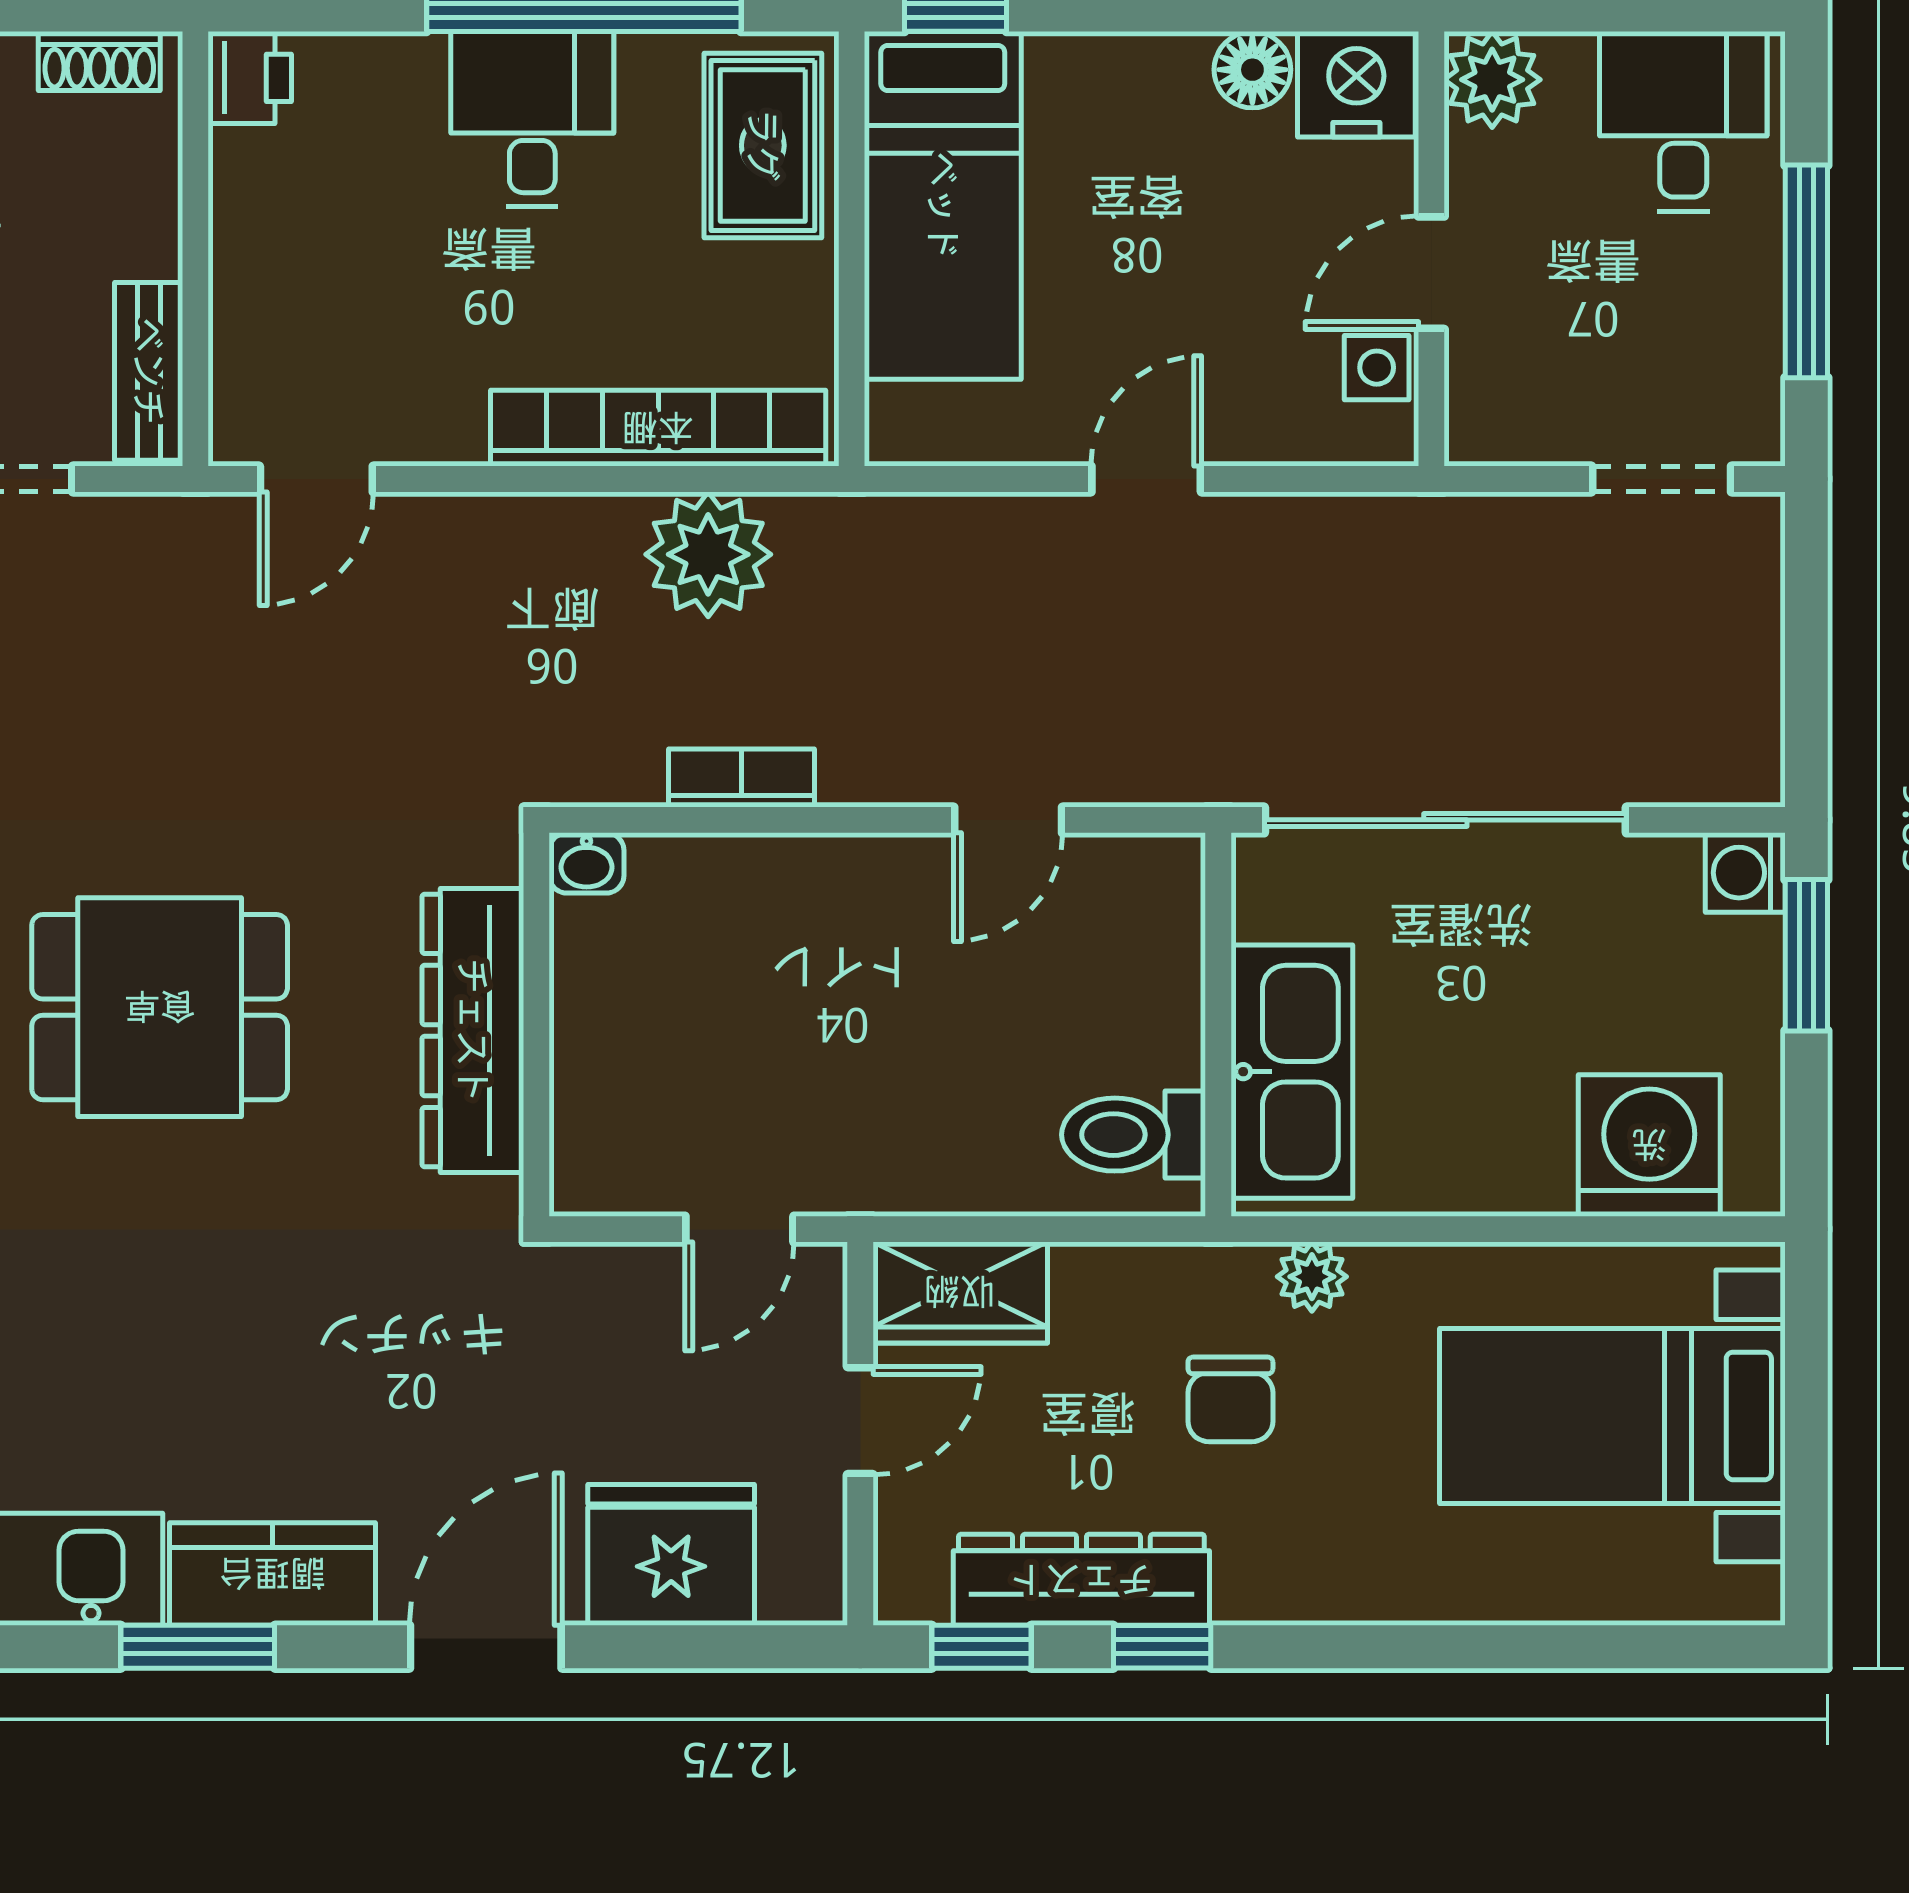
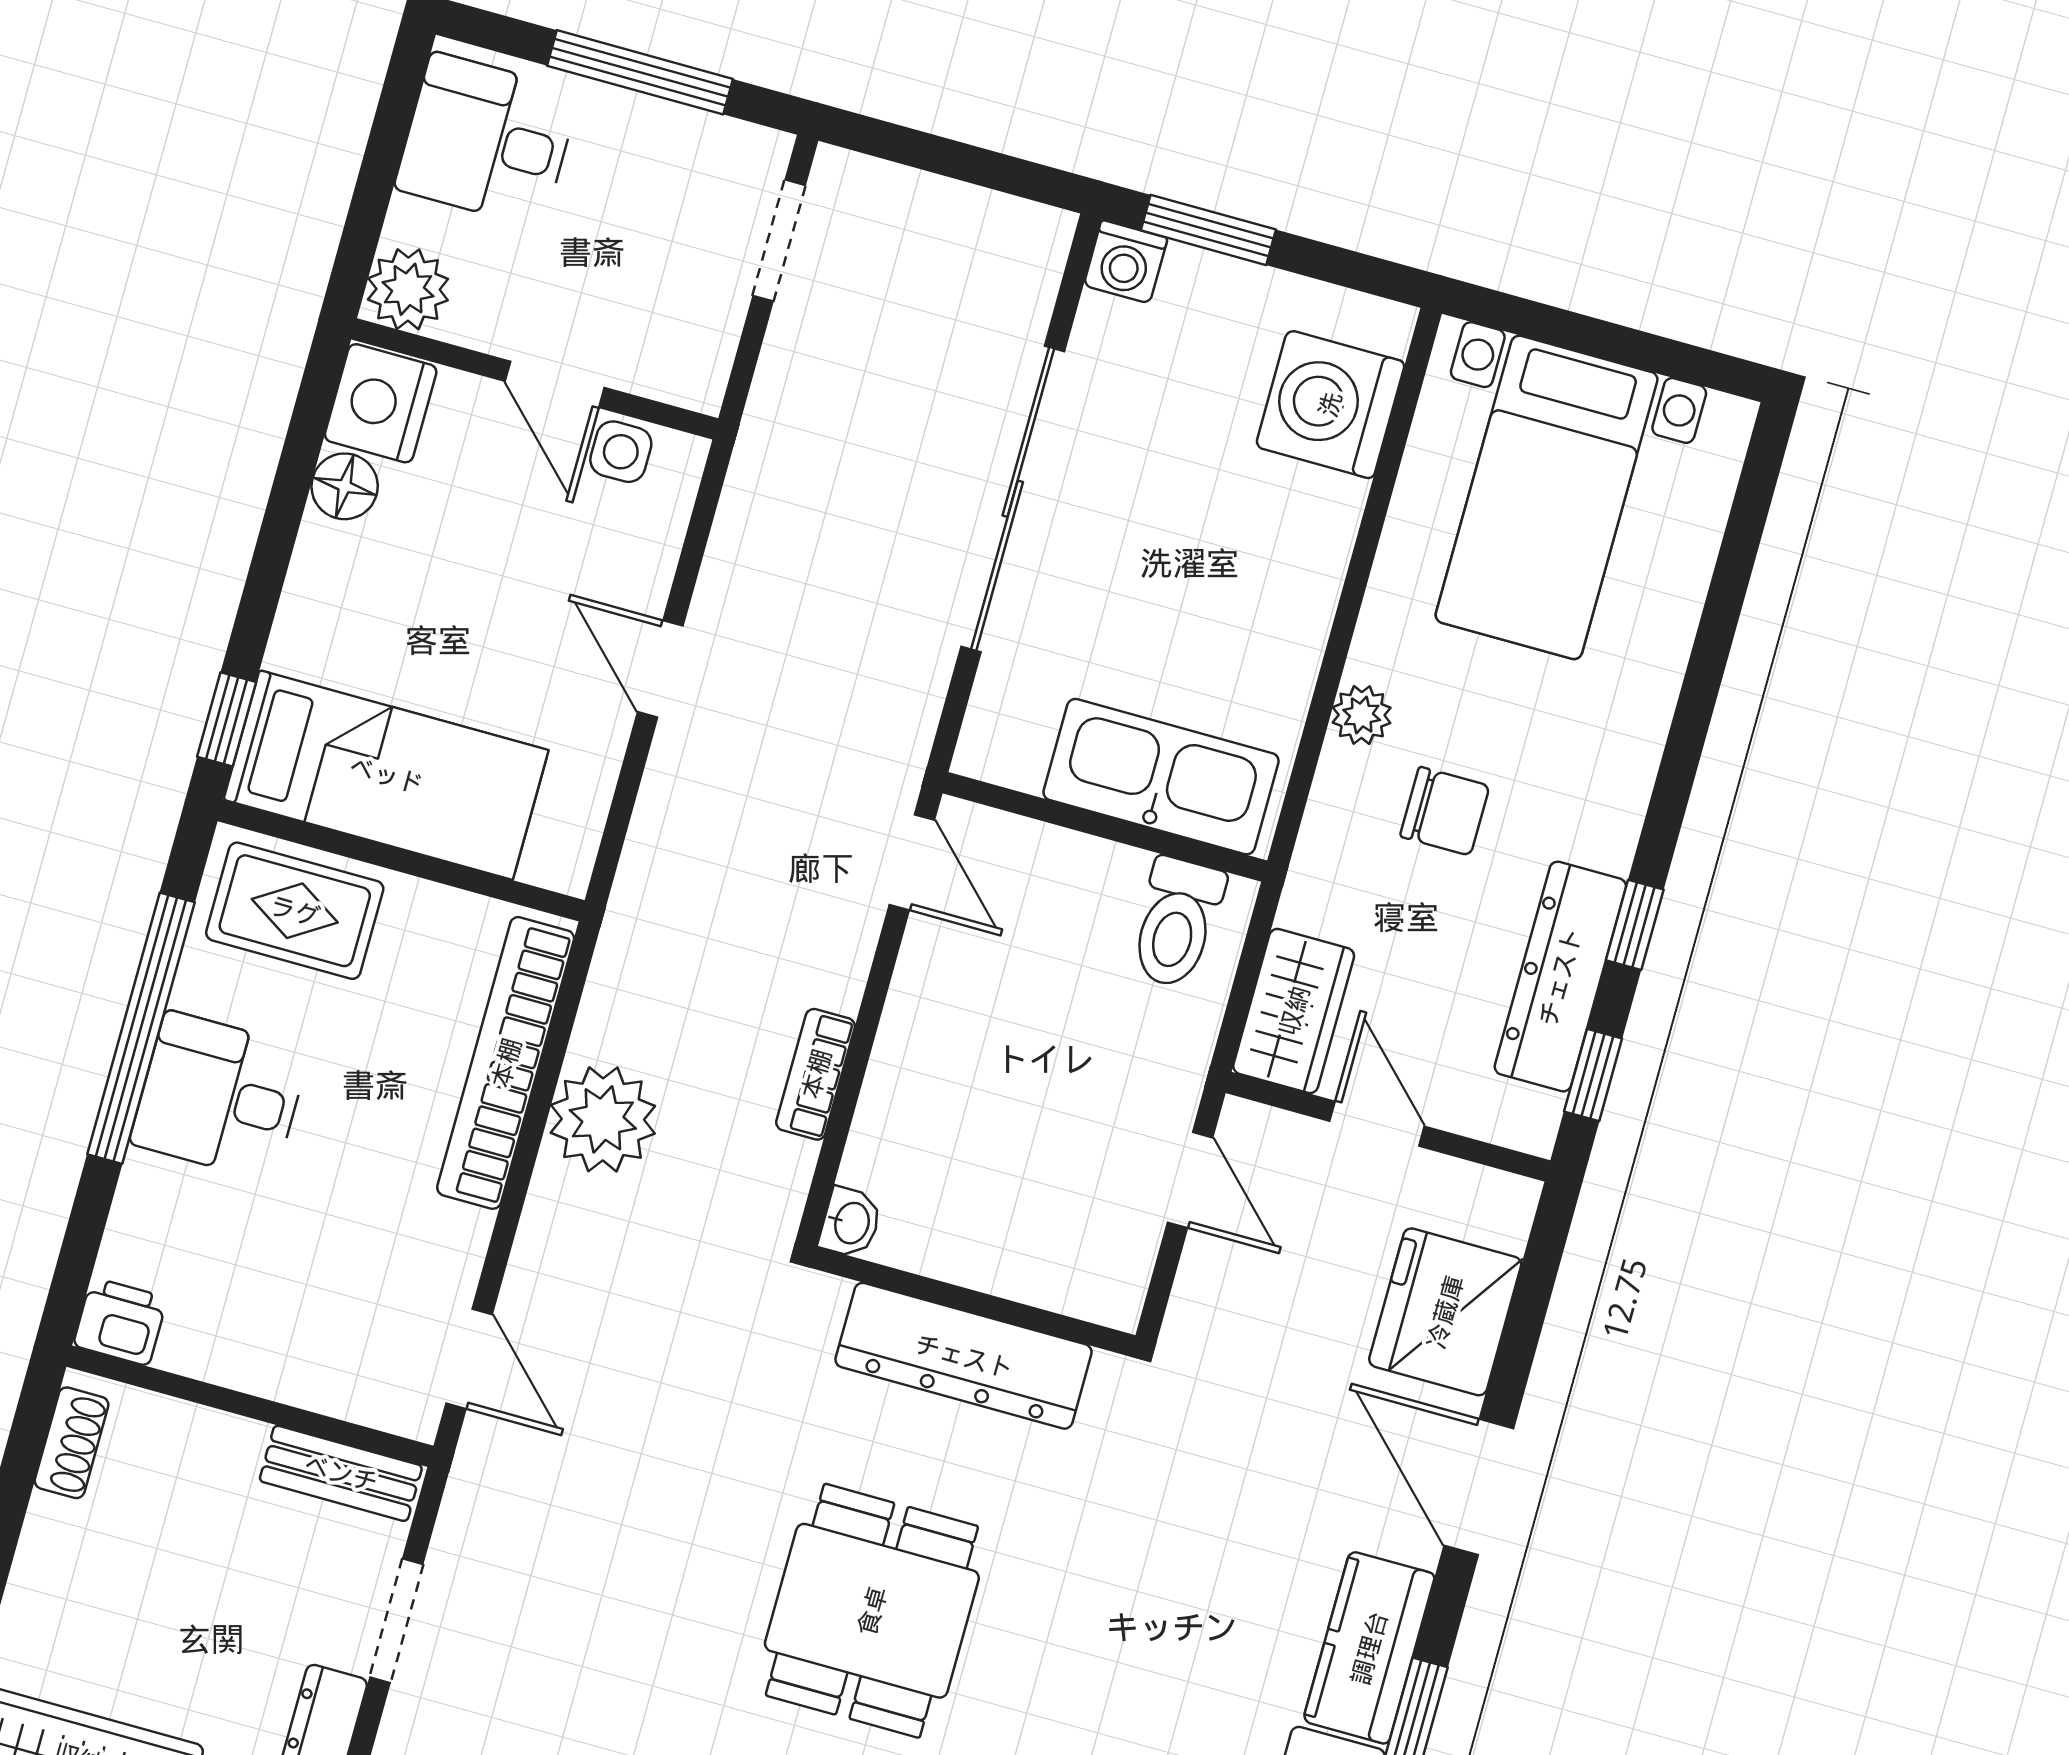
plant: (708, 554) -> (603, 1119), moved
wall: (1218, 1025) -> (1105, 827), moved
kitchen sink: (1292, 1072) -> (1161, 777), moved
toilet: (1134, 1135) -> (1177, 923), moved

